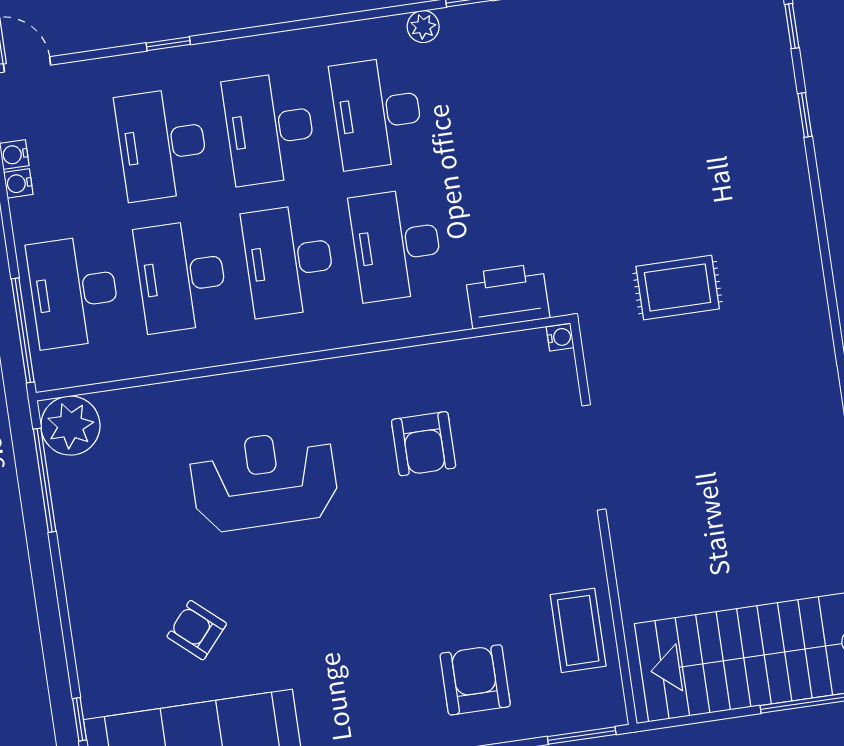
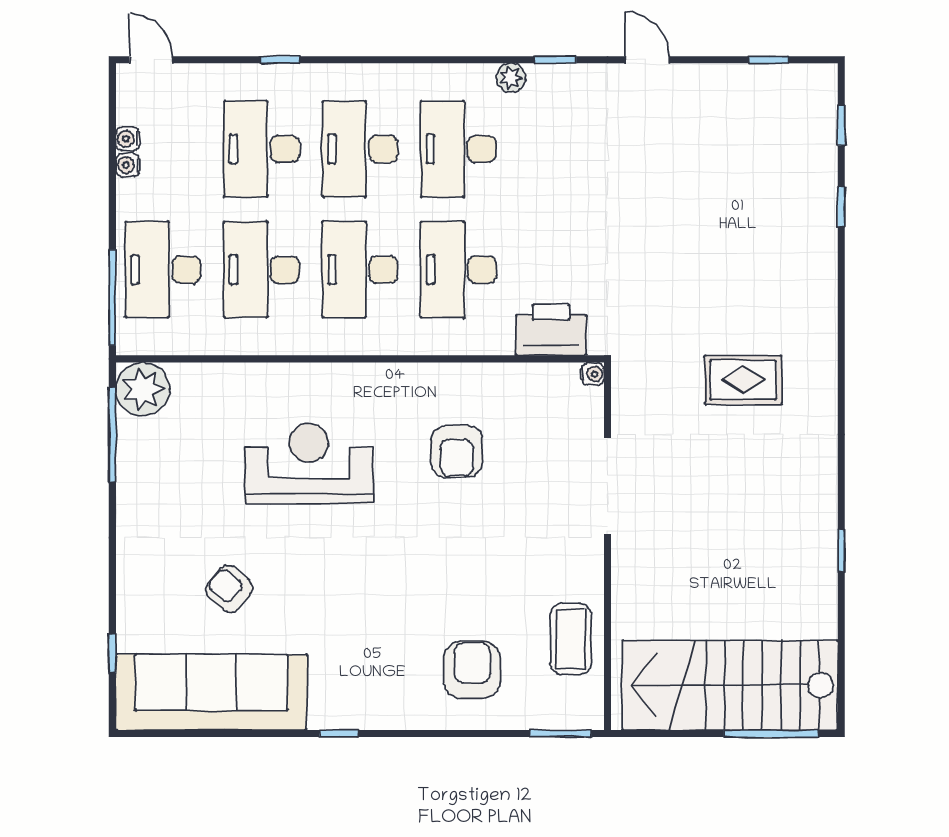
rug: (678, 288) -> (743, 380), moved

